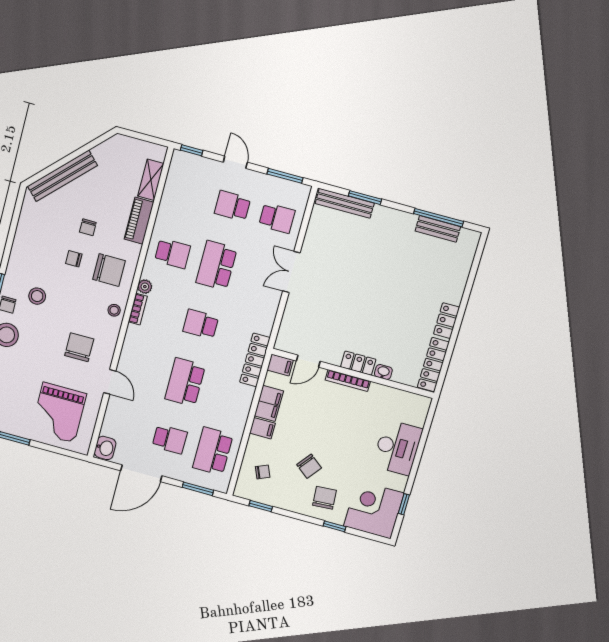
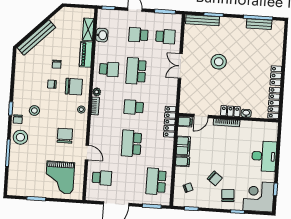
stool: (357, 278) -> (219, 62), added
school desk: (170, 439) -> (102, 178), moved
washbasin: (105, 448) -> (102, 35), moved

